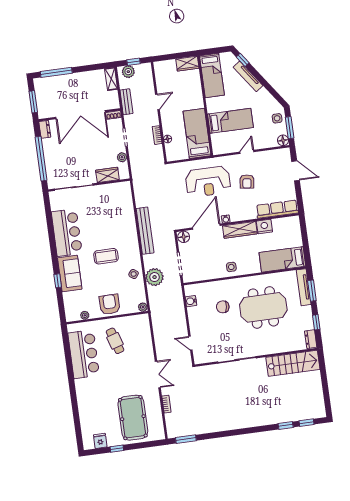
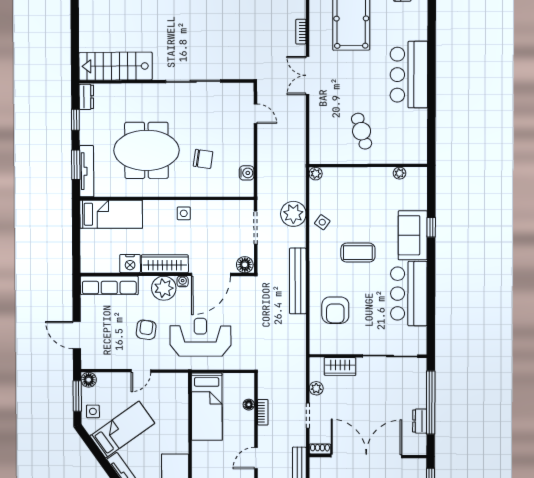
bed: (230, 121) -> (122, 430), moved, turned 144
dresser: (45, 129) -> (420, 421), moved
plant: (238, 212) -> (164, 288), added
armchair: (110, 304) -> (335, 310), moved
bar counter: (84, 354) -> (409, 75), moved

